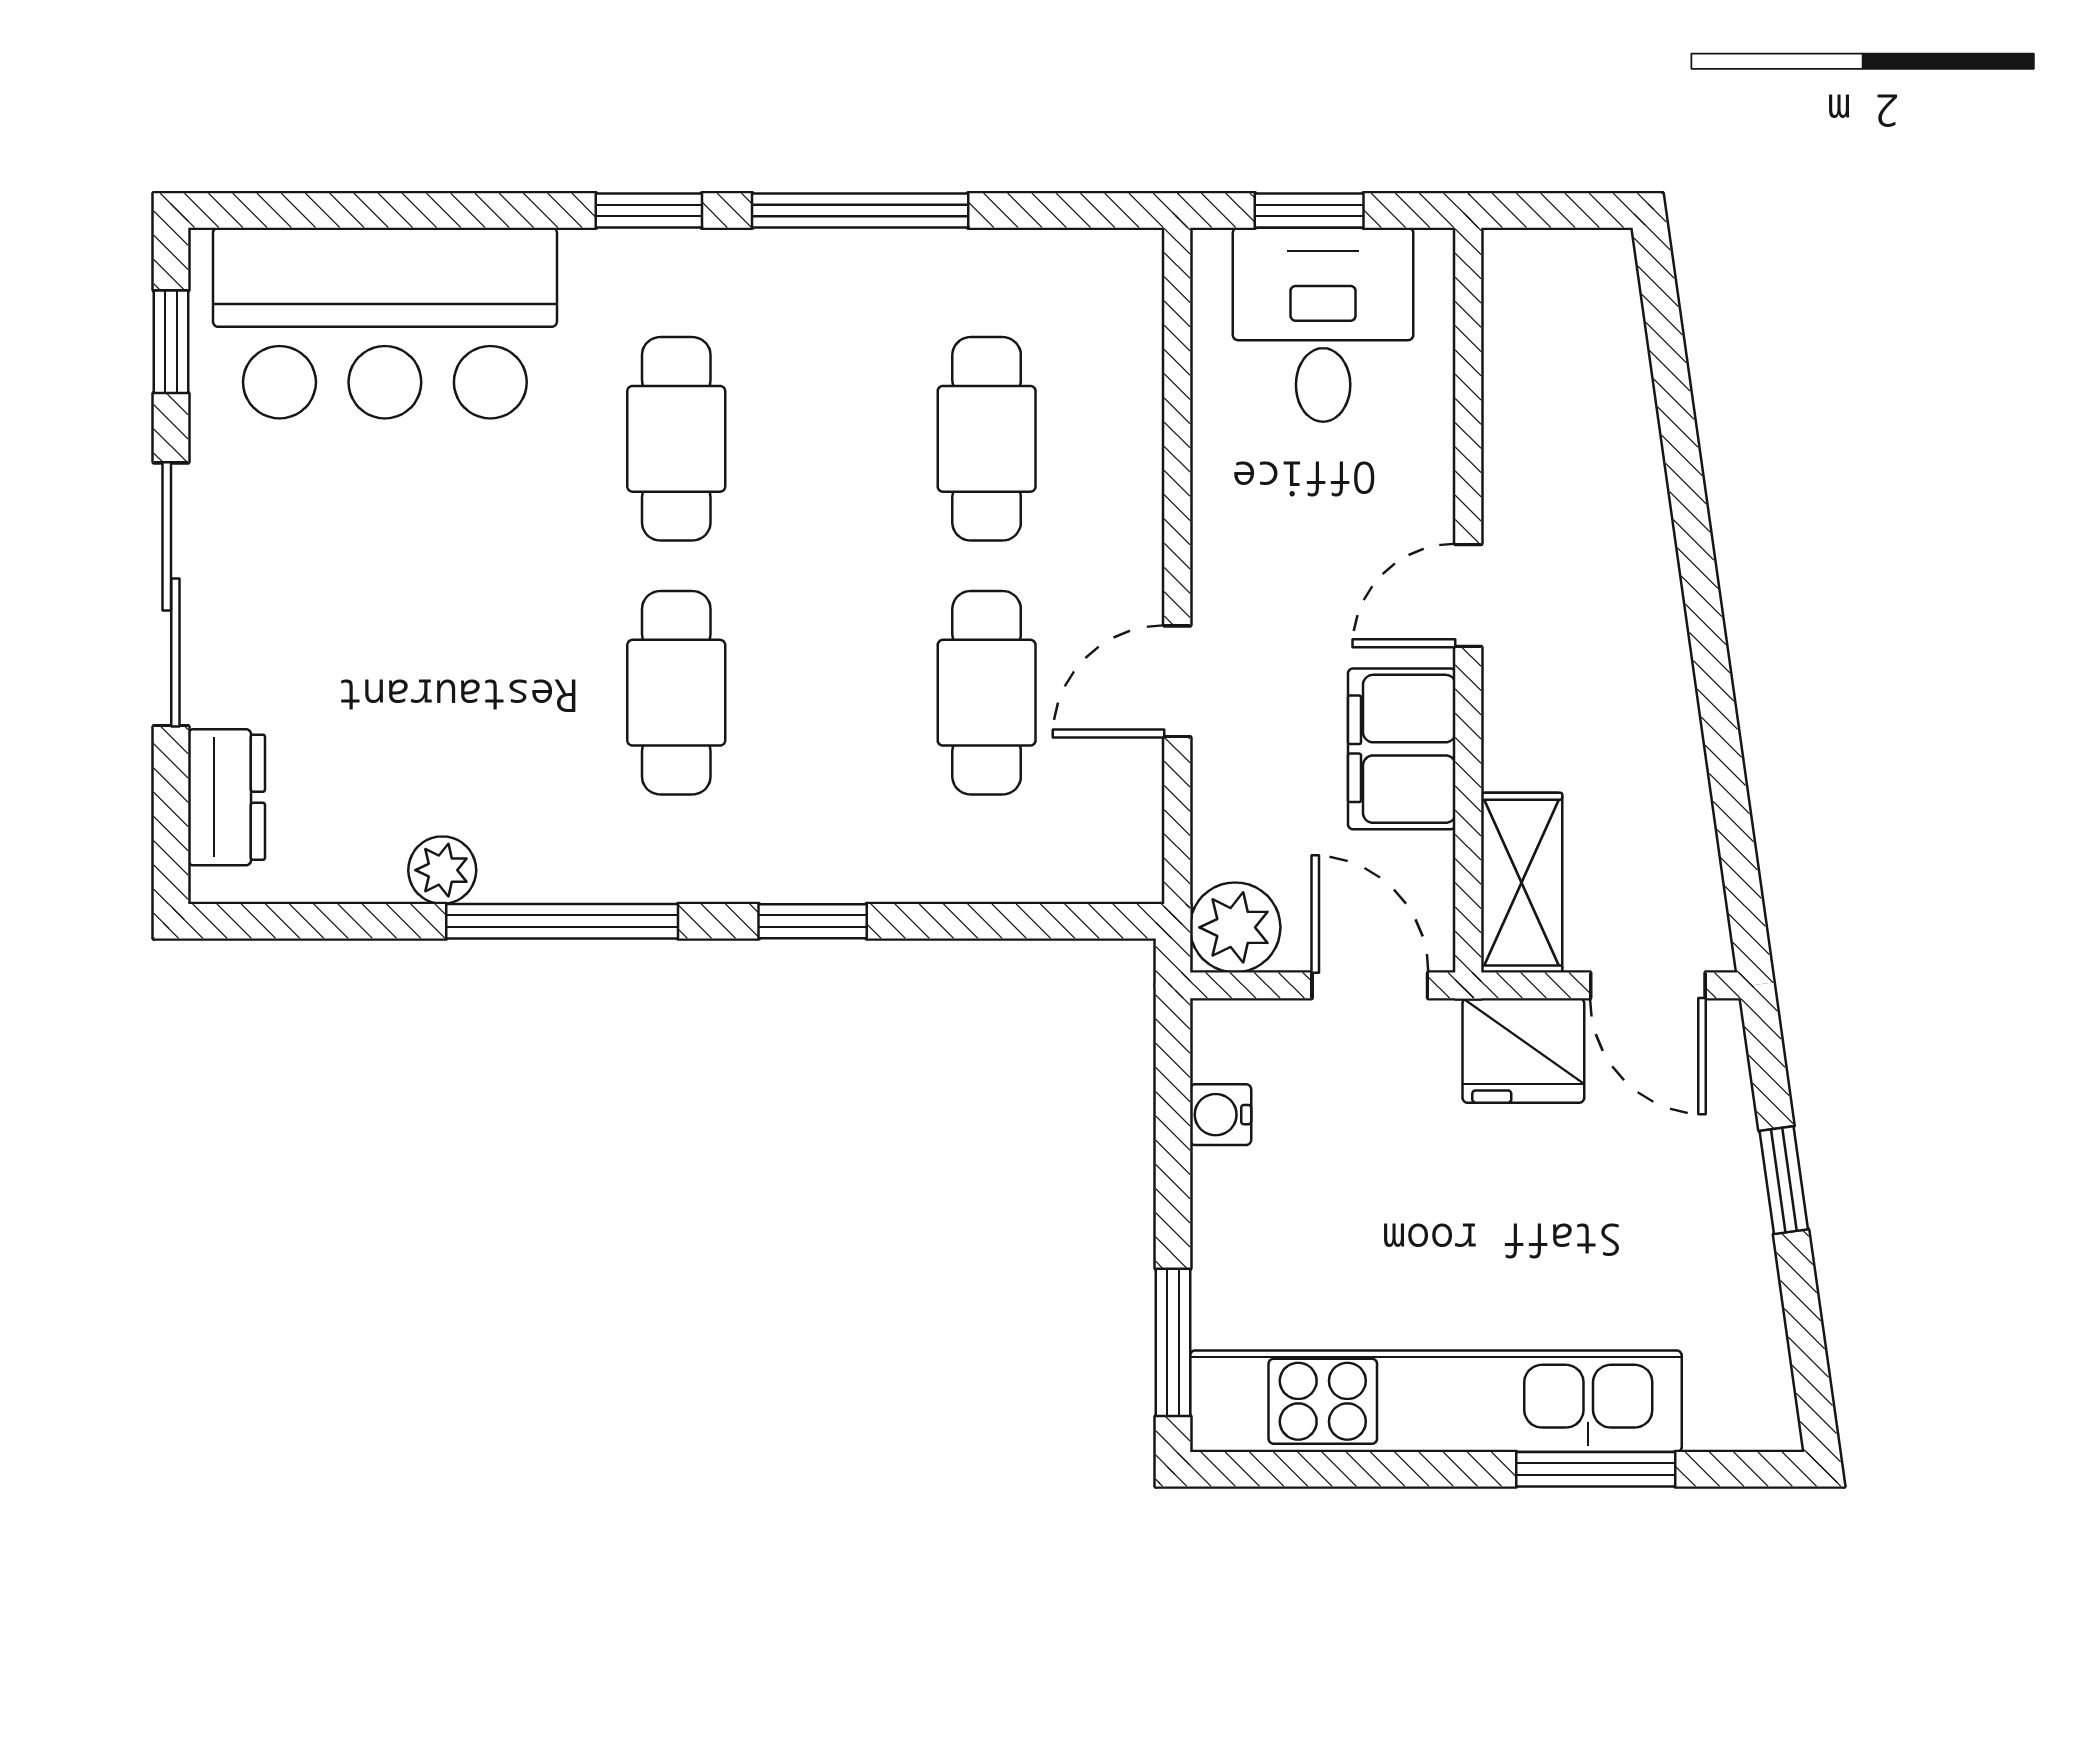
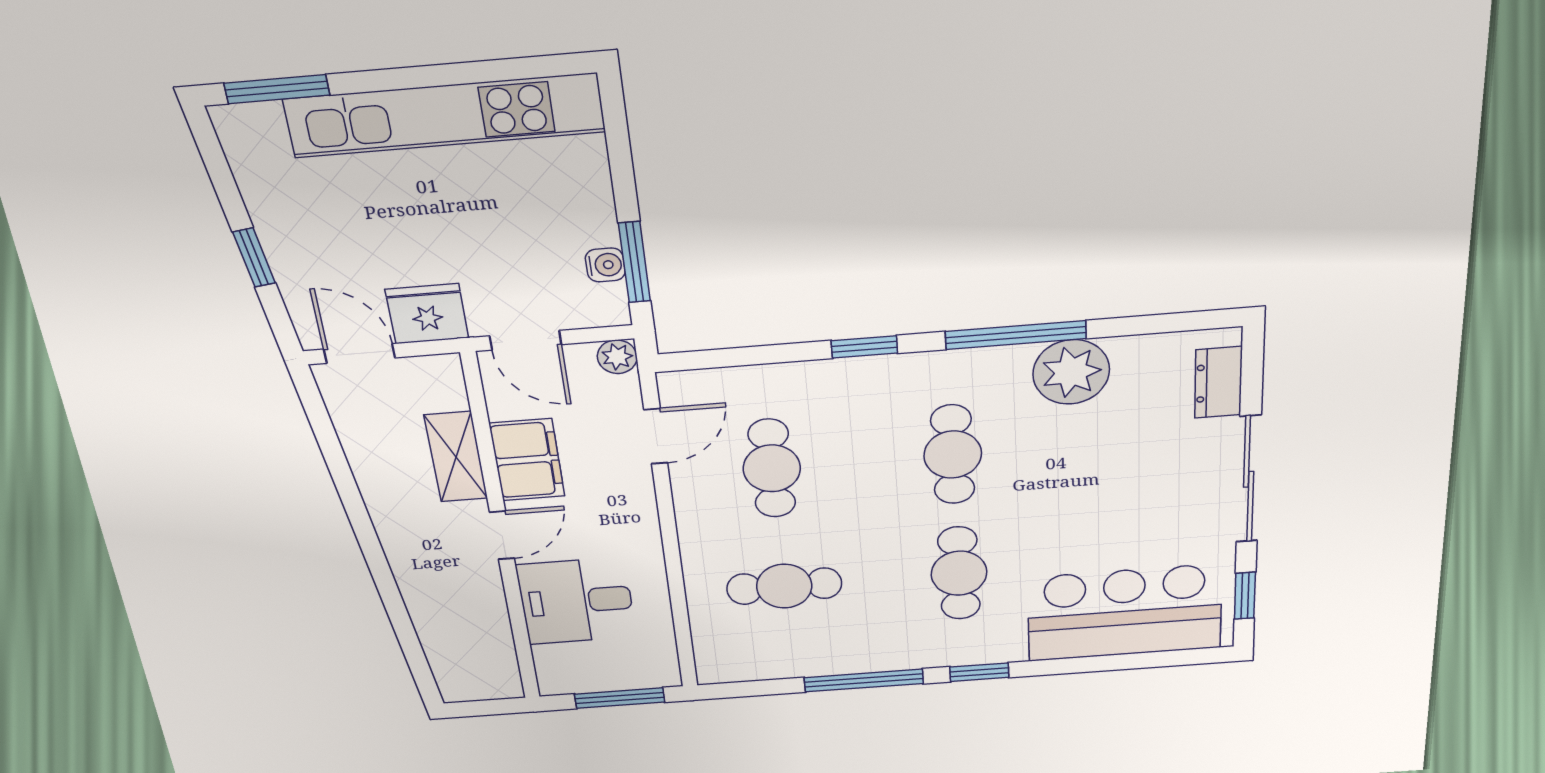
window: (1309, 210) -> (620, 698), width x1.50
desk: (1323, 325) -> (576, 601), moved, turned 90
cafe table: (987, 439) -> (784, 586), turned 90
door: (1177, 681) -> (656, 436), moved
plant: (442, 870) -> (1071, 372), width x1.88, depth x1.88
shelving: (1522, 883) -> (456, 457), moved
plant: (1235, 927) -> (617, 357), width x0.73, depth x0.73
window: (1173, 1342) -> (634, 262), moved
window: (1596, 1469) -> (277, 89), moved

